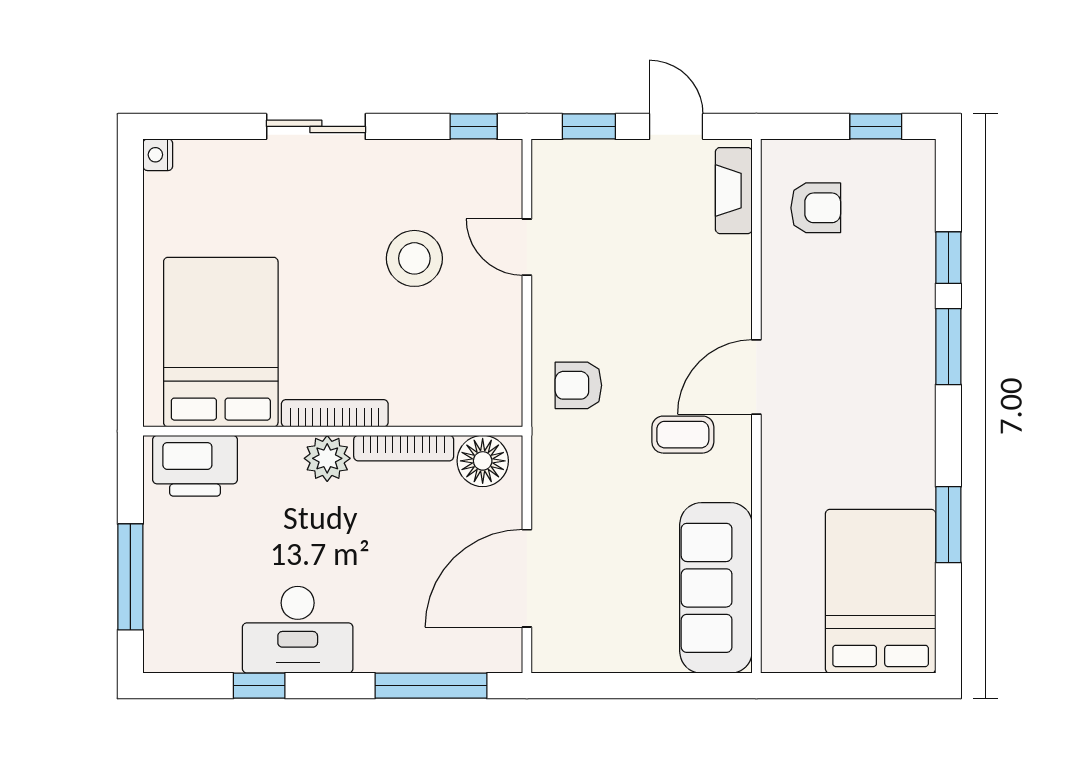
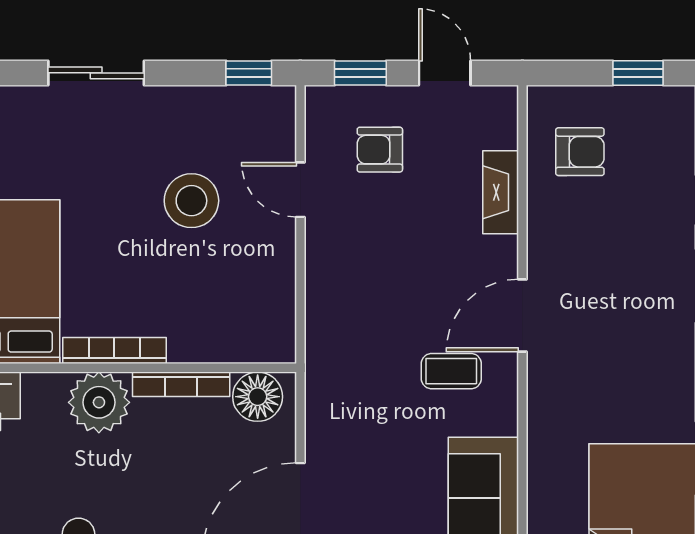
fireplace: (734, 191) -> (501, 192), moved
armchair: (578, 385) -> (380, 150), moved
plant: (327, 458) -> (99, 402), width x1.36, depth x1.36

